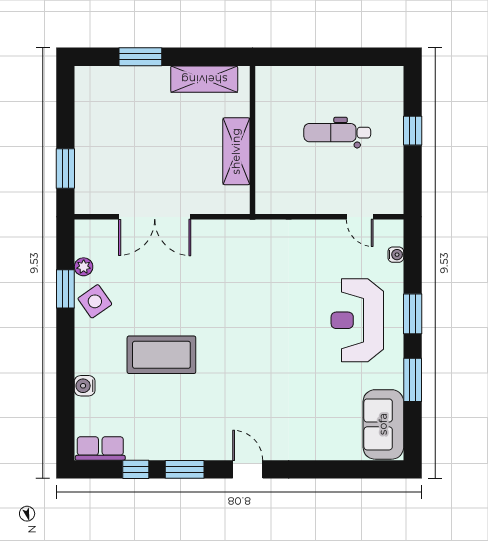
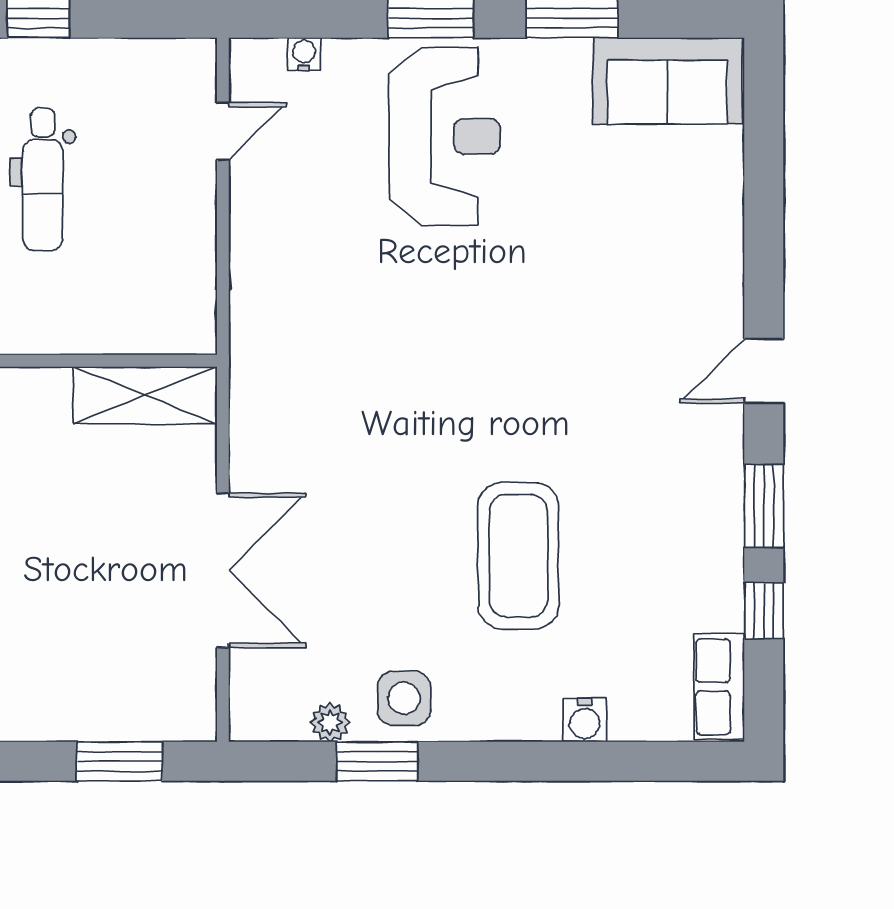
shelving: (236, 151) -> (145, 395), moved
side table: (95, 301) -> (404, 698), turned 35
reception desk: (357, 320) -> (445, 136), turned -90

